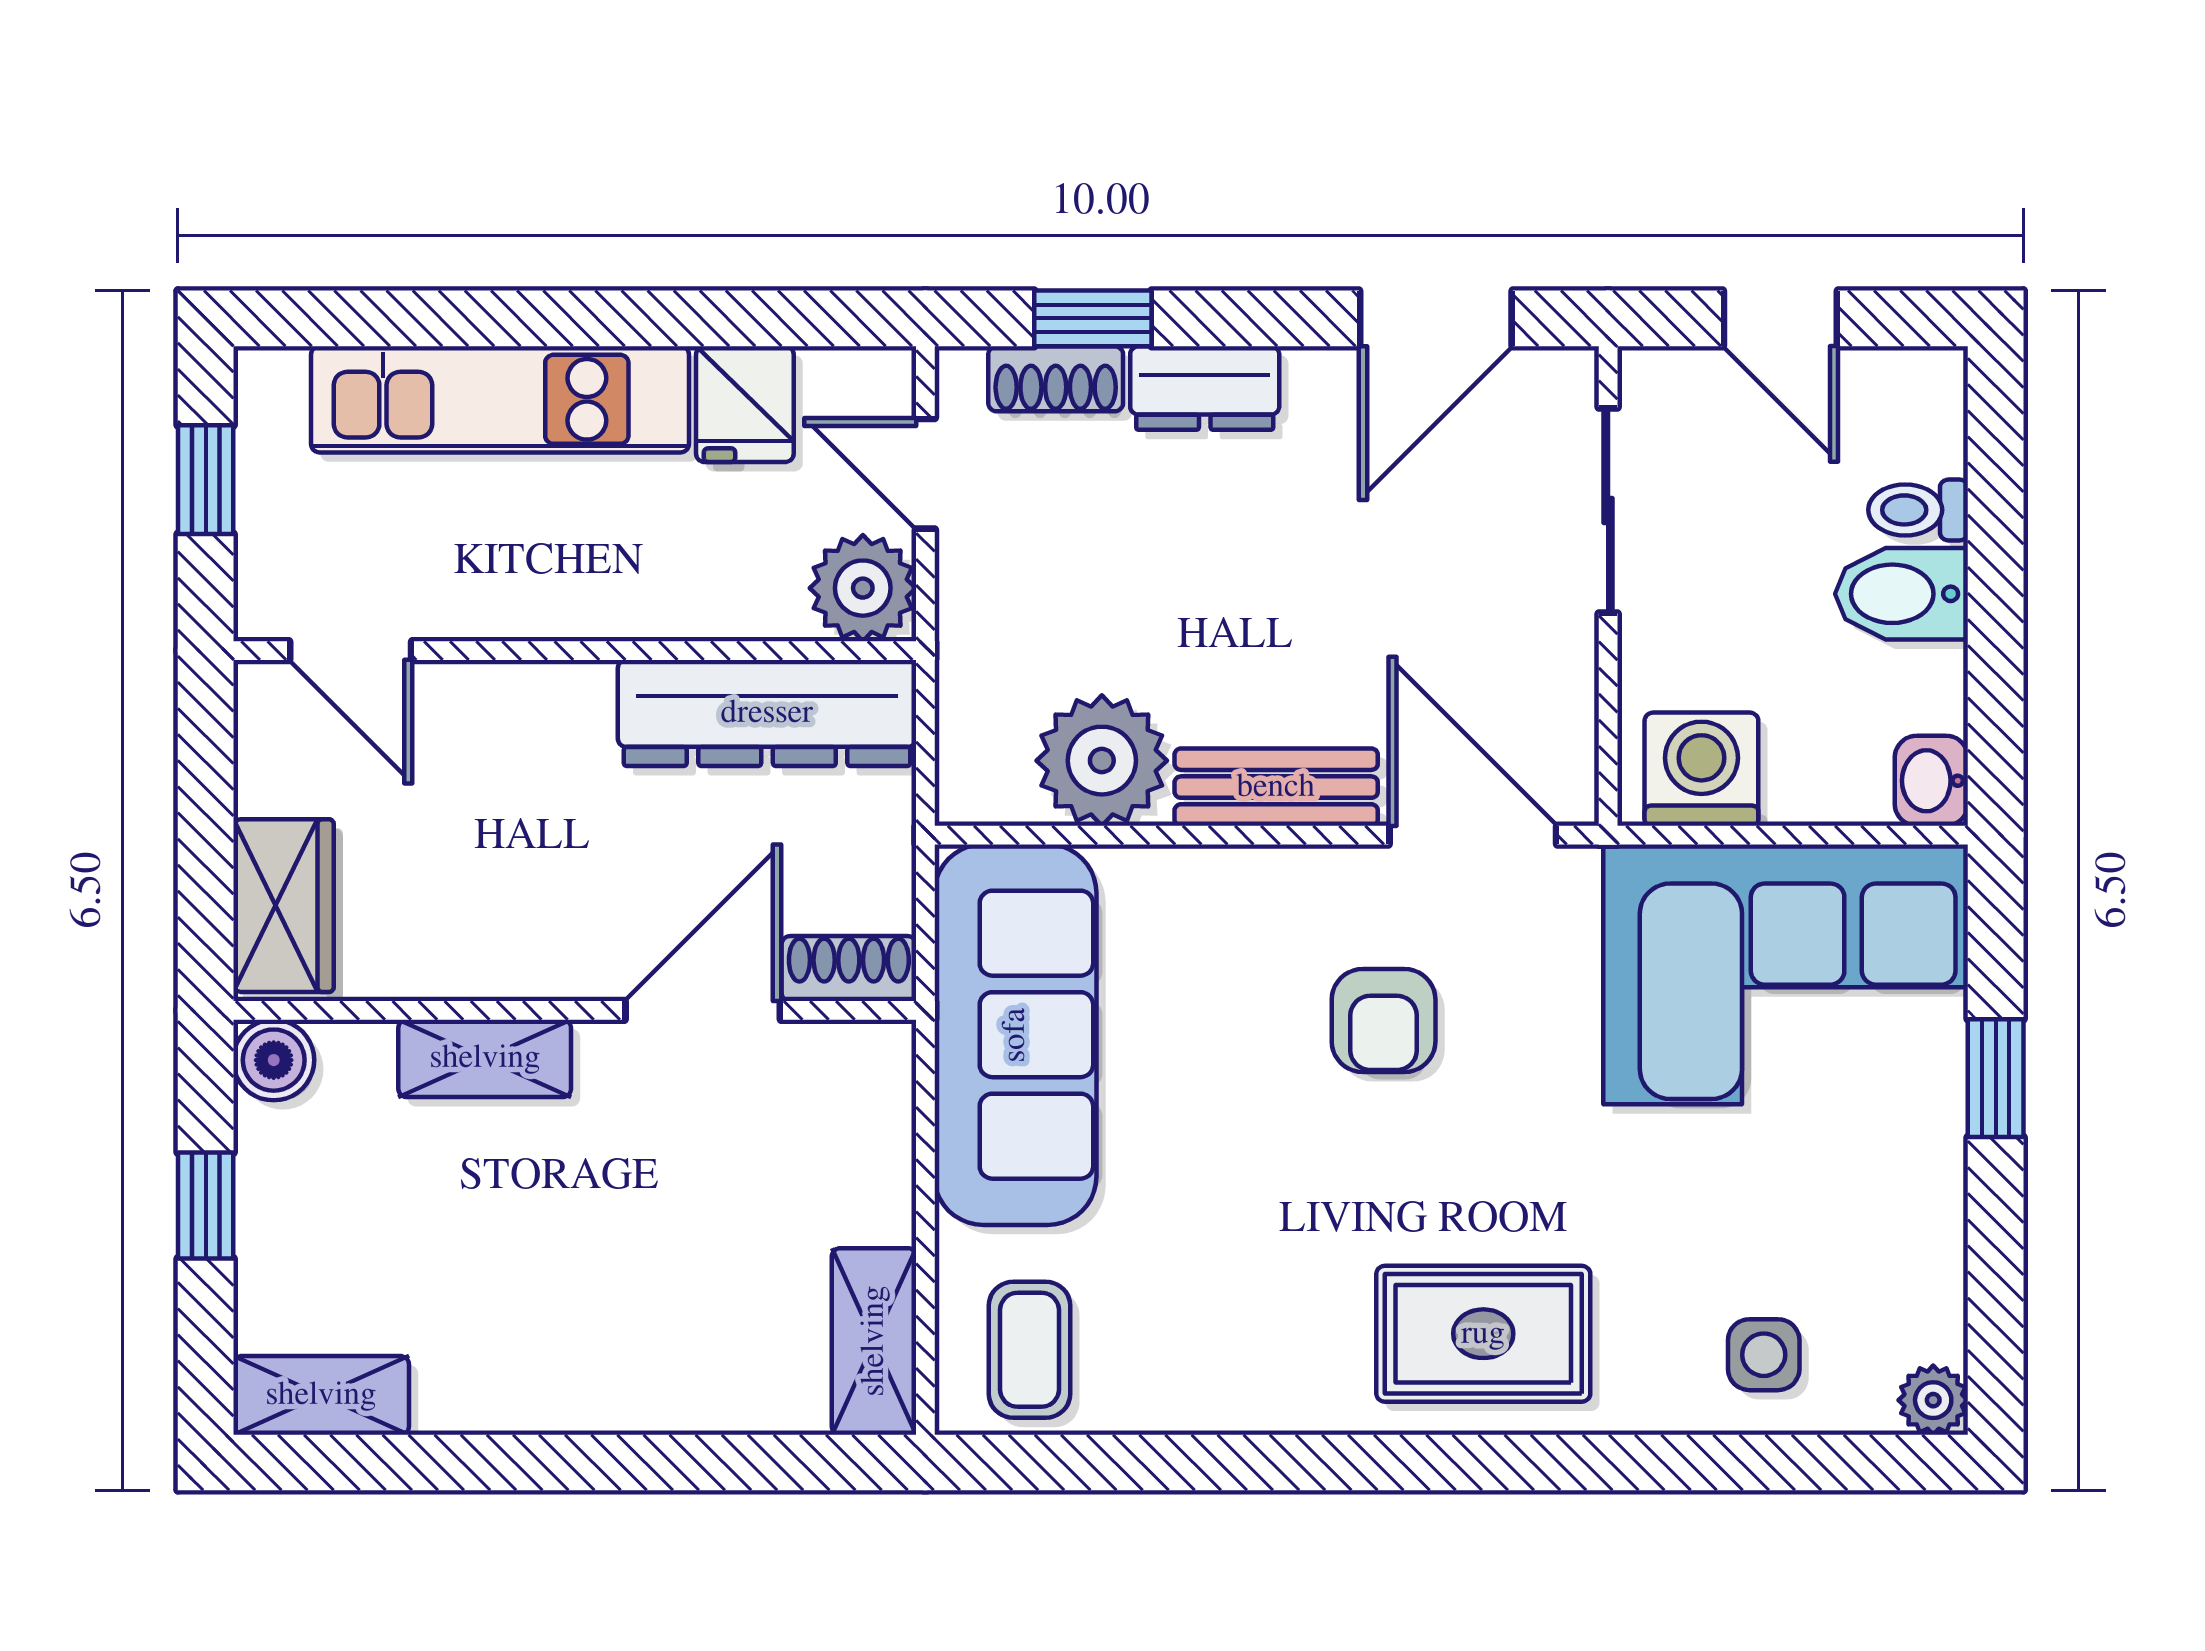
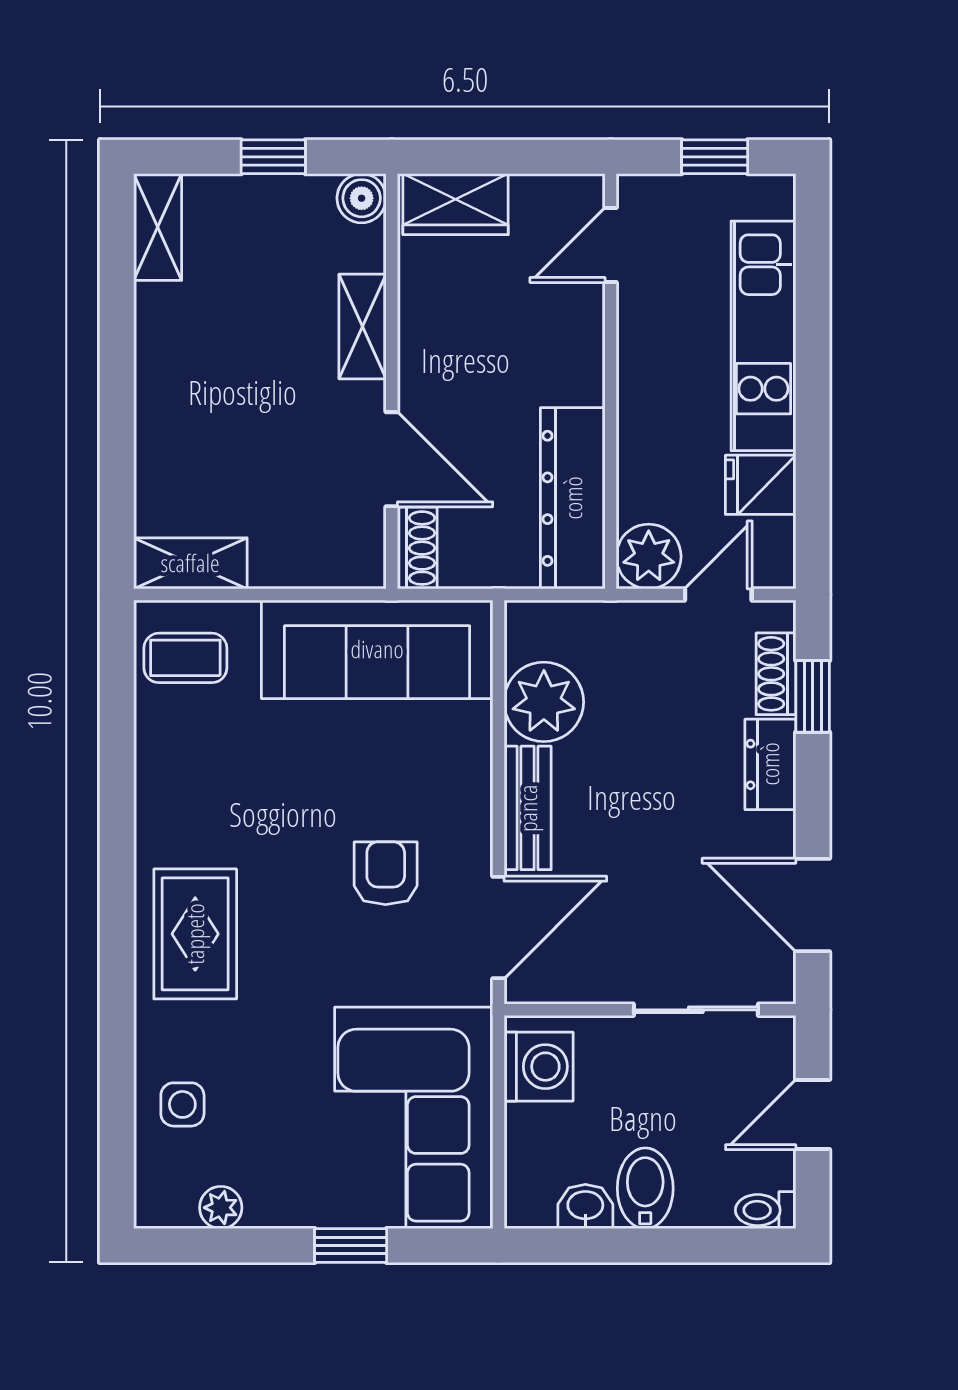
toilet: (1918, 510) -> (766, 1210), moved, turned -90
washbasin: (1931, 781) -> (585, 1206), moved
armchair: (1384, 1020) -> (386, 873), turned 90
plant: (1933, 1400) -> (221, 1208), moved

